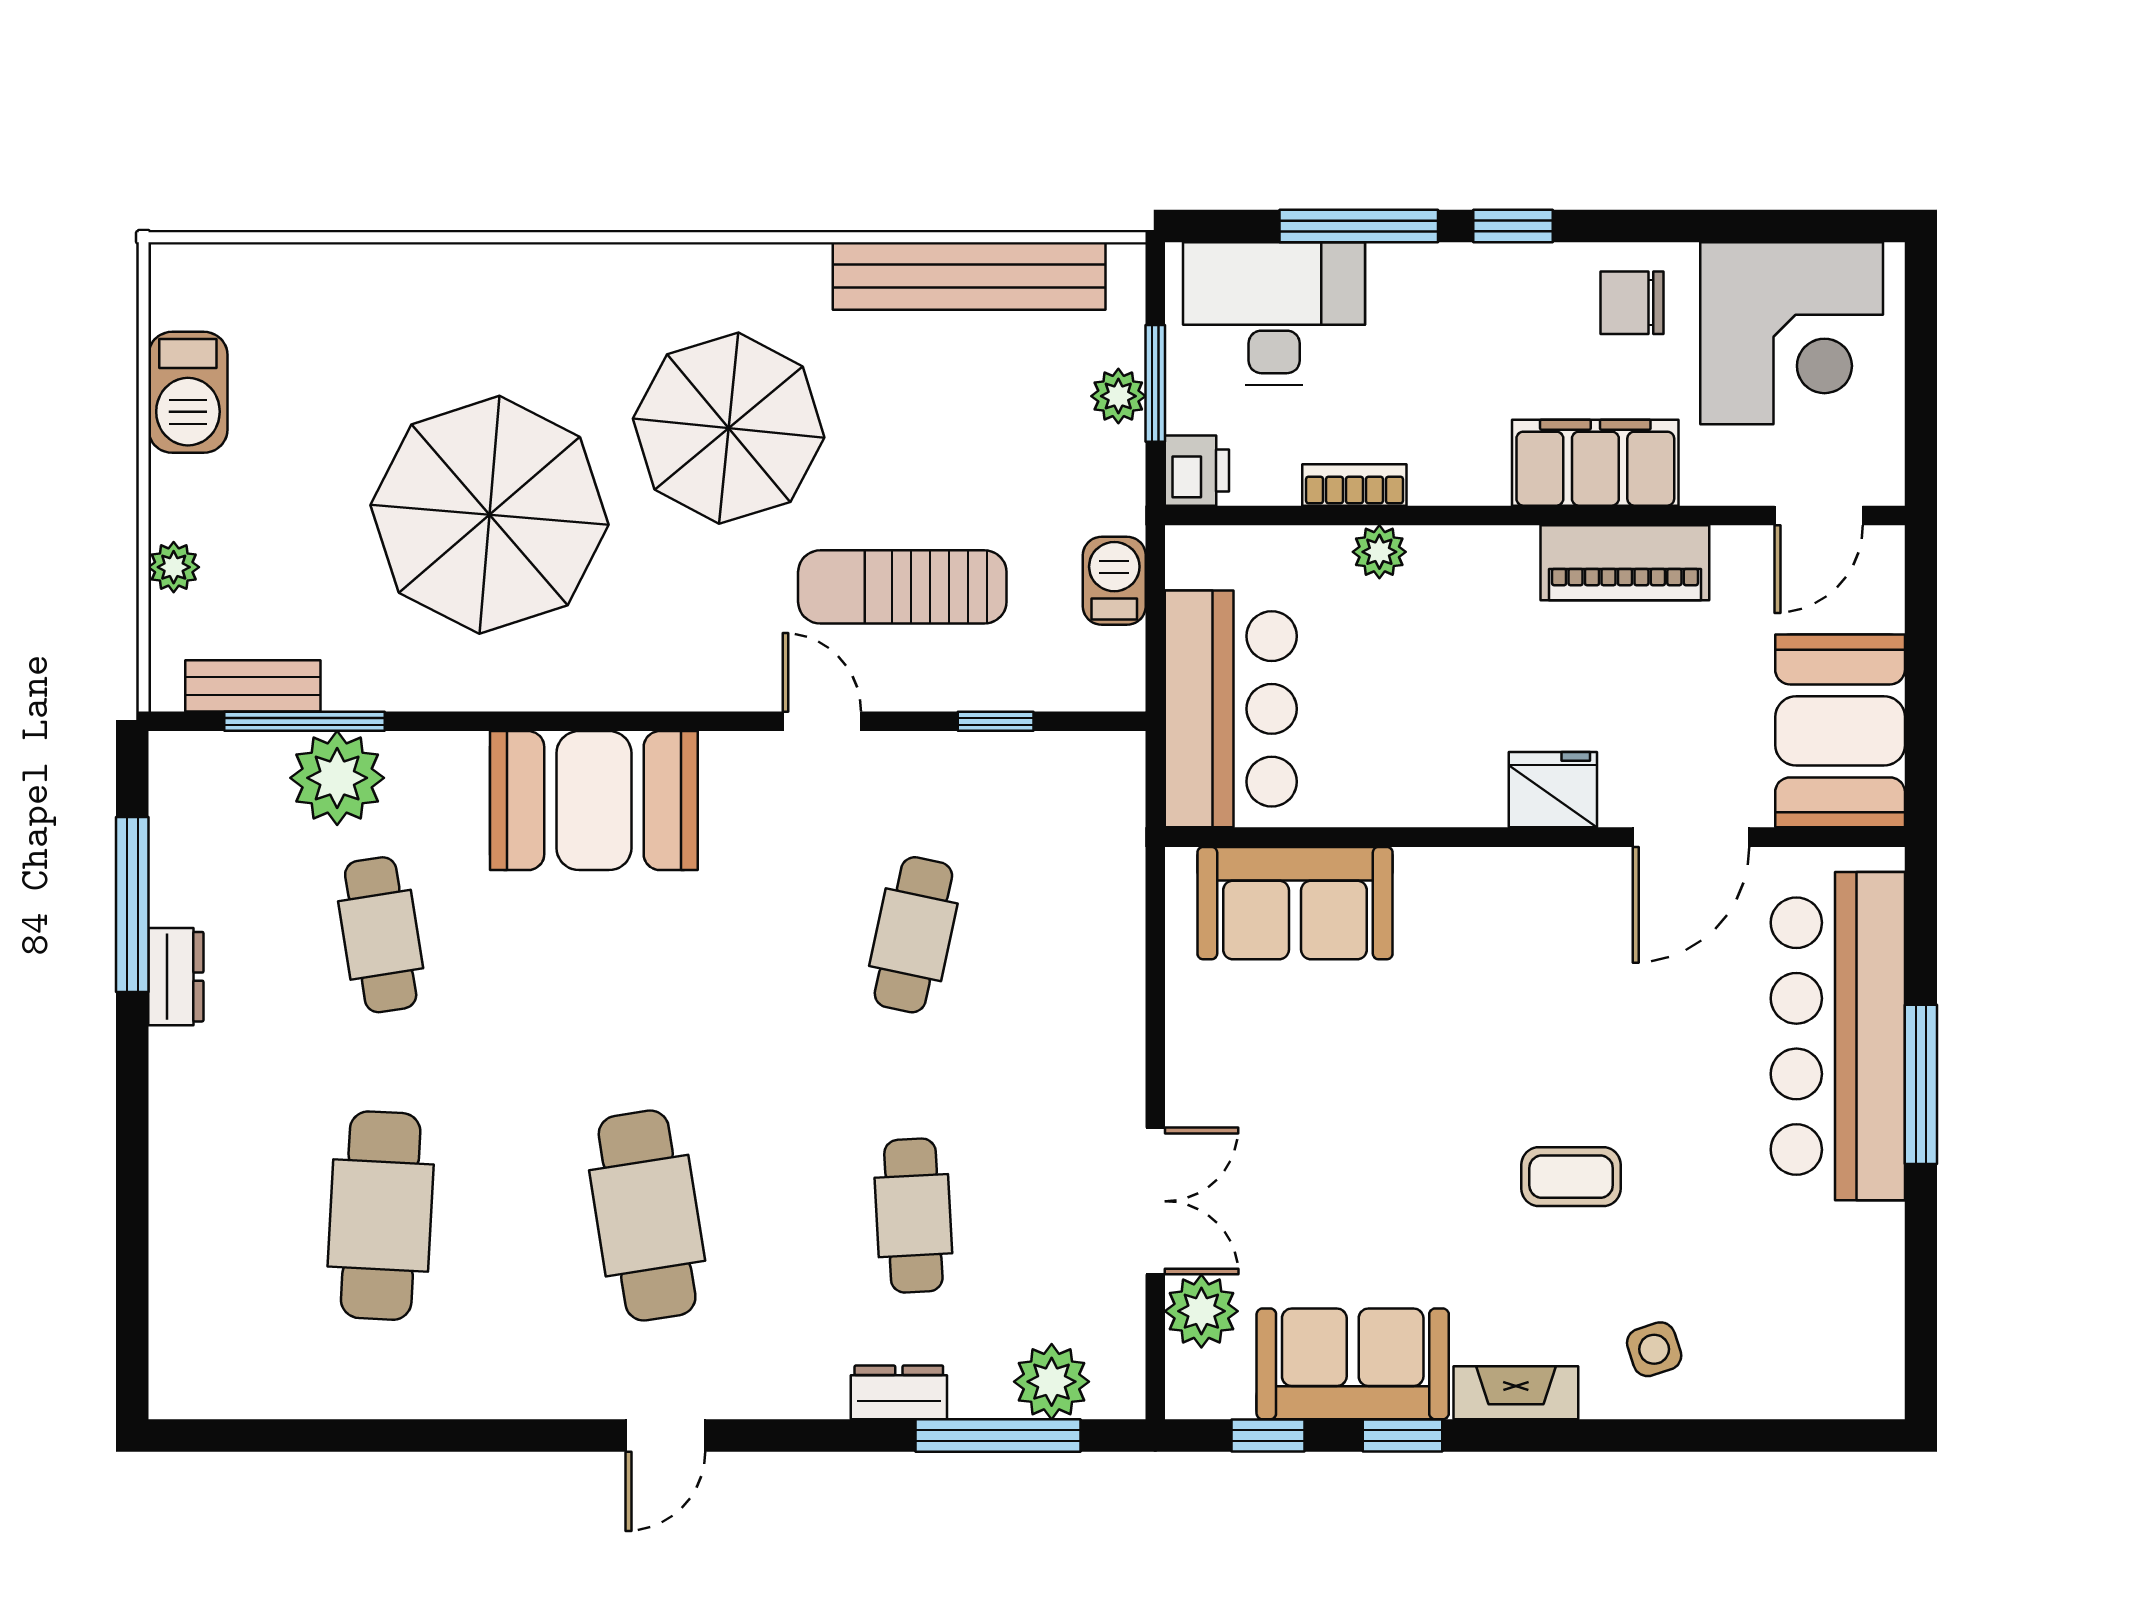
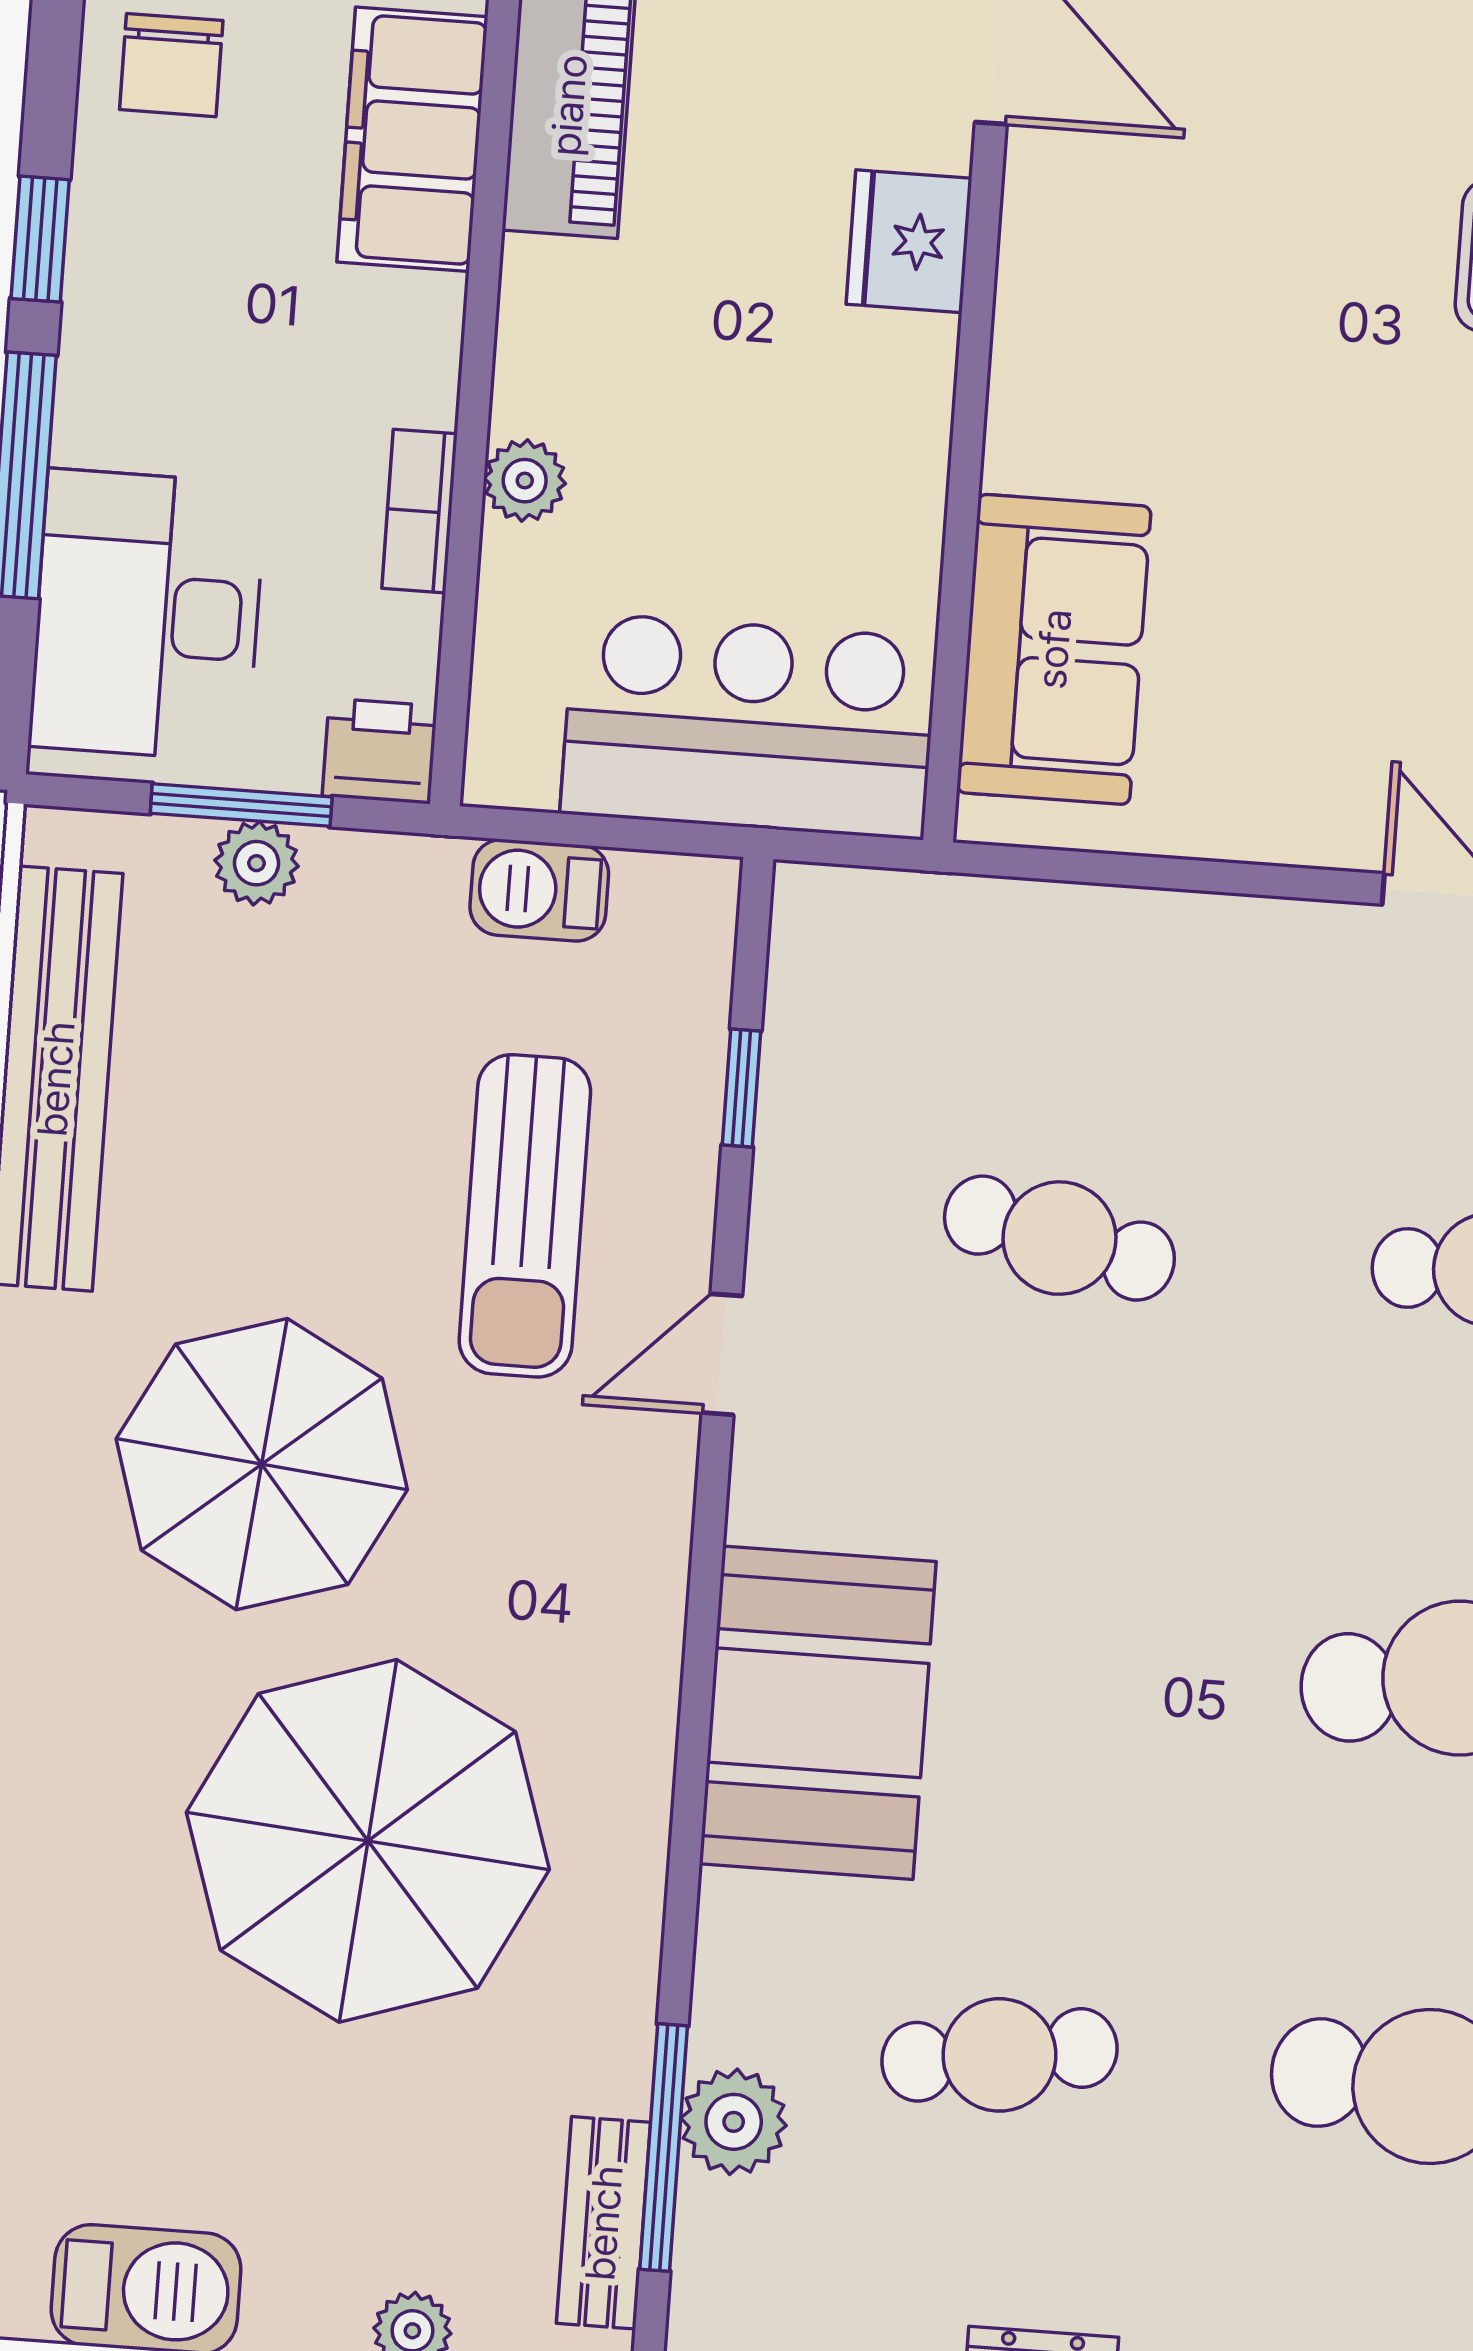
plant: (337, 778) -> (734, 2122), width x0.73, depth x0.73

